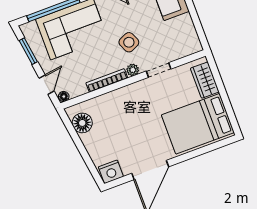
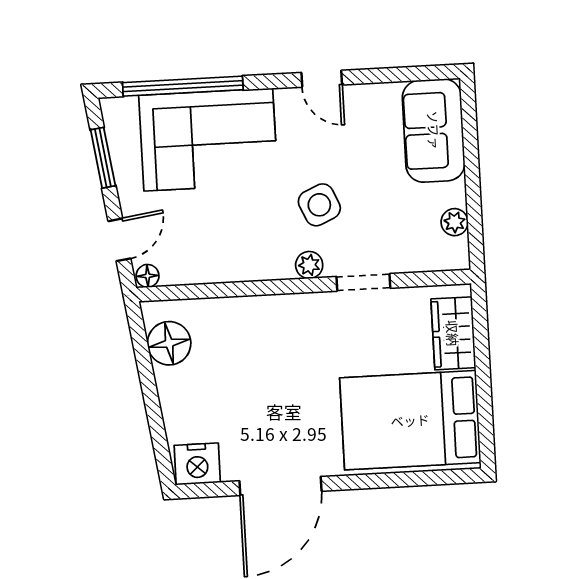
plant: (190, 31) -> (455, 222), added
bookcase: (107, 80) -> (248, 270), removed

